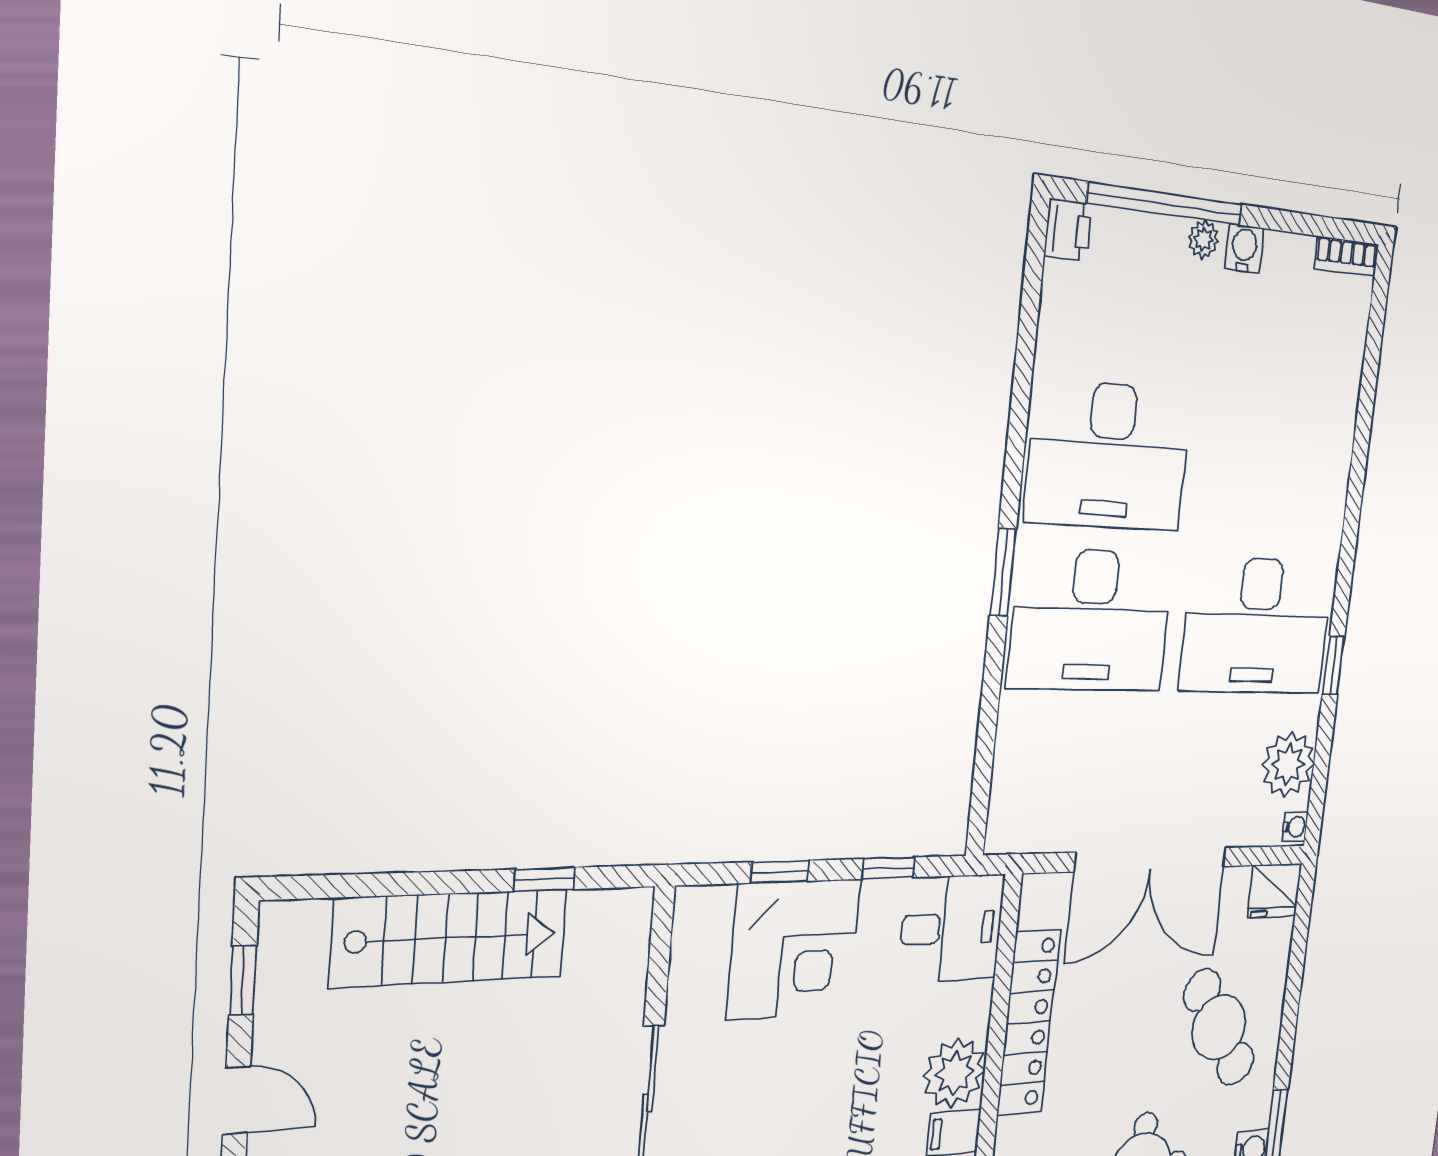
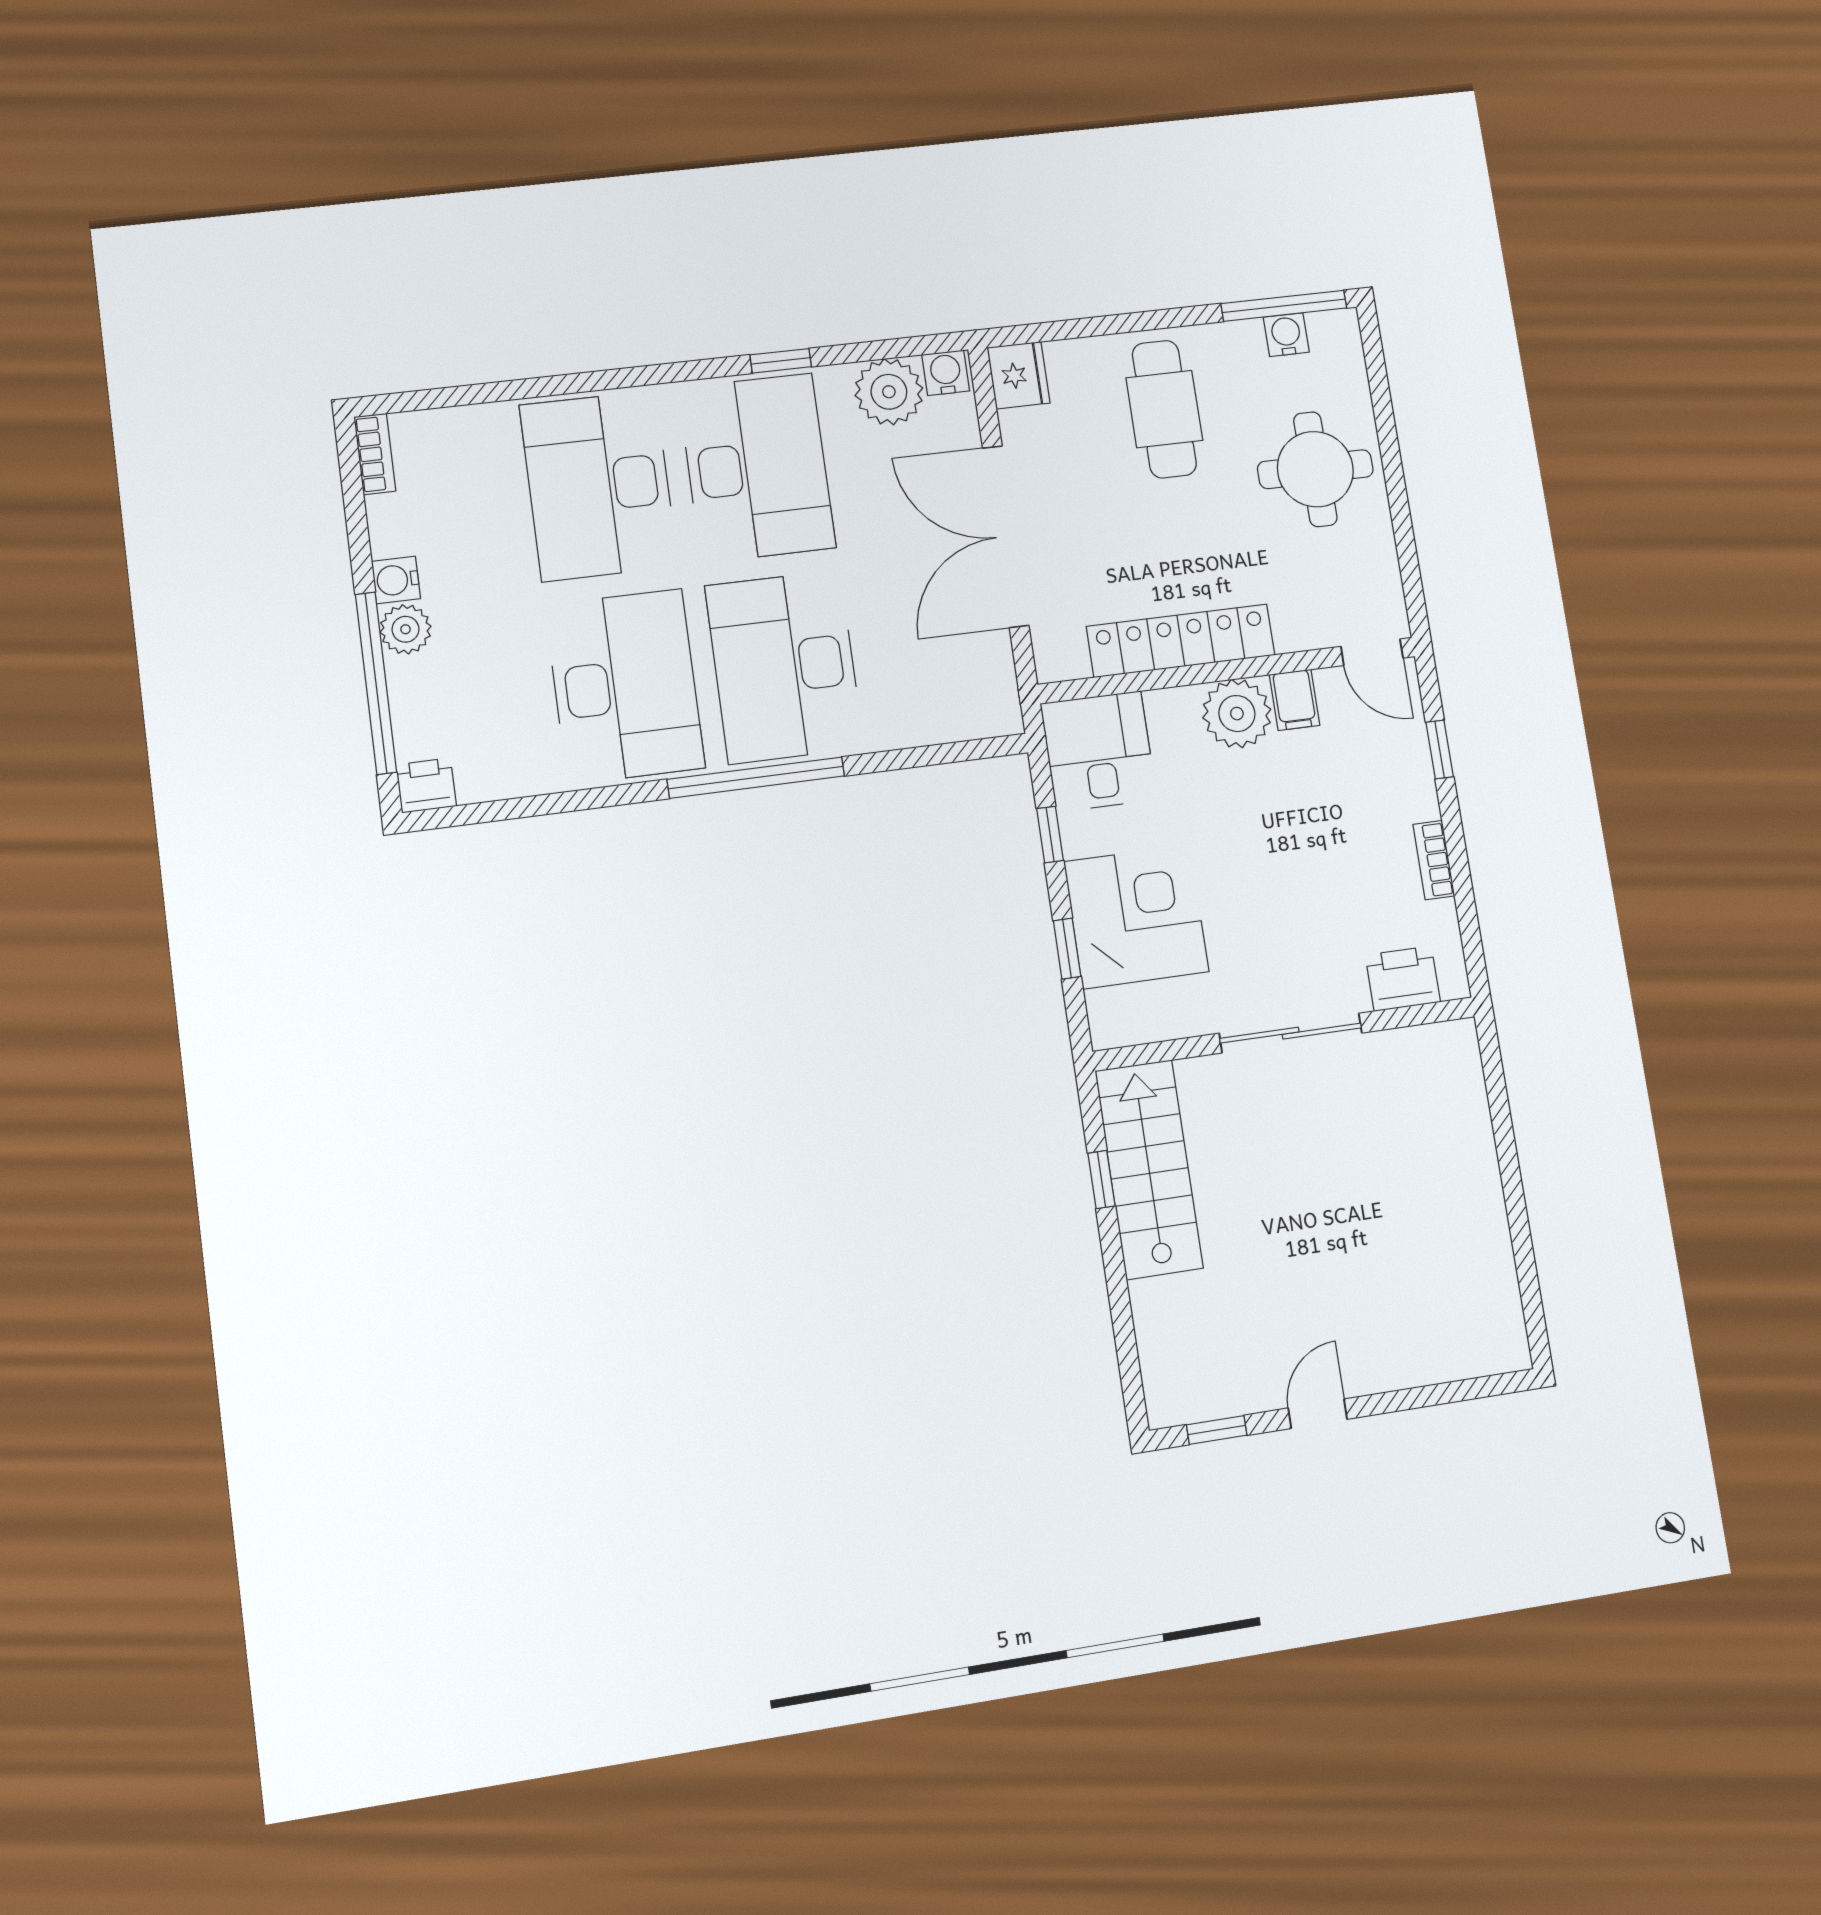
plant: (1204, 239) -> (405, 629), width x1.38, depth x1.38
desk: (1276, 468) -> (599, 486), added
window: (1003, 572) -> (756, 778), width x2.11
desk: (1091, 620) -> (784, 667), turned 180
water cooler: (1295, 827) -> (946, 373), width x1.38, depth x1.38
double door: (1151, 860) -> (1006, 536), swing flipped
stairs: (450, 938) -> (1149, 1169), moved
cafe table: (1219, 1027) -> (1164, 409), turned -56

